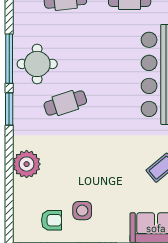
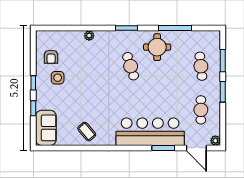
window: (9, 59) -> (175, 28), moved
plant: (27, 164) -> (89, 36), width x0.53, depth x0.53

